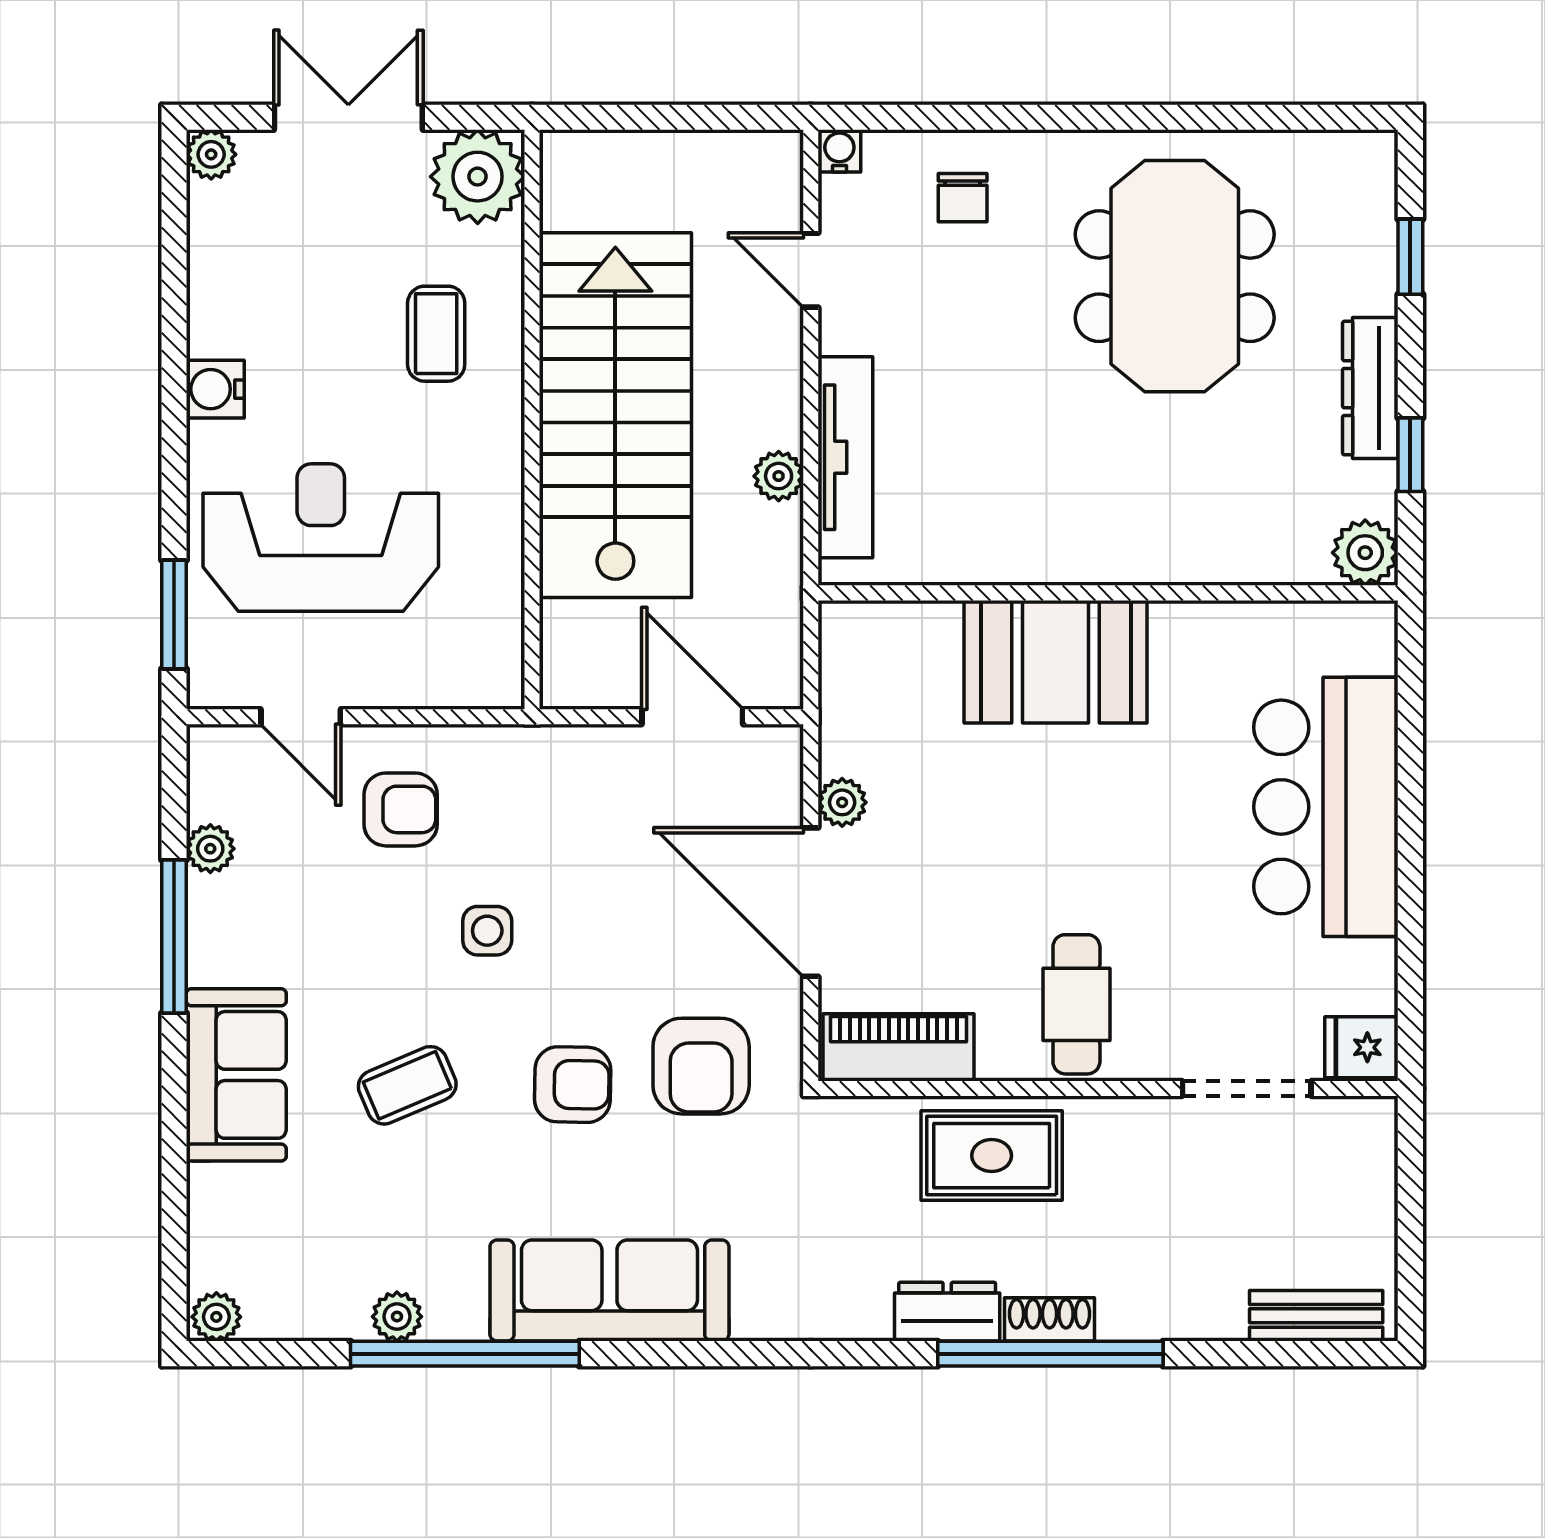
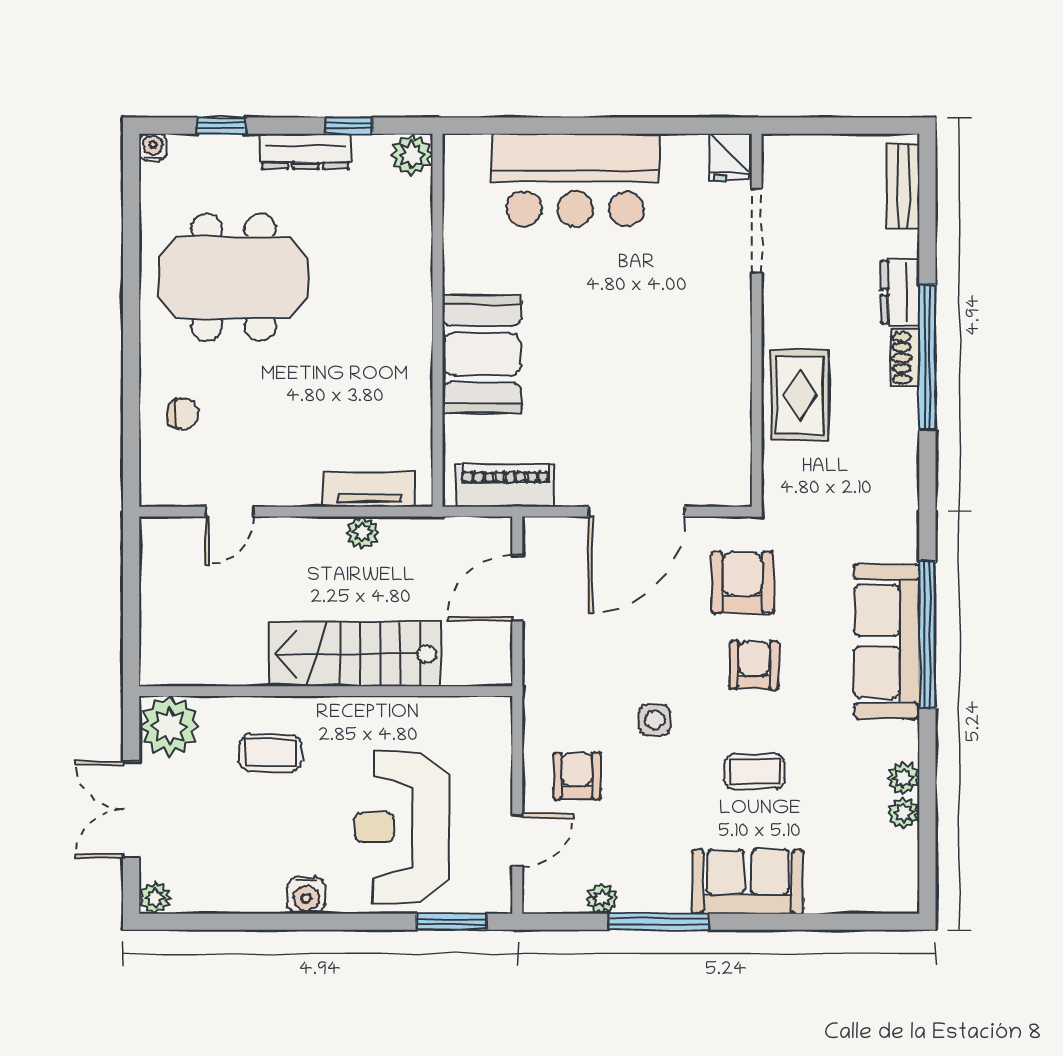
water cooler: (839, 151) -> (153, 147), moved, turned 90
stairs: (615, 415) -> (354, 654), width x0.73, depth x0.66
tv unit: (845, 457) -> (369, 489), width x0.71
plant: (842, 802) -> (572, 491), removed
cafe table: (1076, 1004) -> (702, 341), removed
piano: (899, 1047) -> (505, 485), moved, turned 90
armchair: (701, 1066) -> (742, 582), turned -90
coffee table: (407, 1085) -> (755, 772), turned -67
dresser: (947, 1312) -> (900, 292), moved
plant: (216, 1317) -> (904, 813), moved
window: (465, 1354) -> (927, 635), moved

